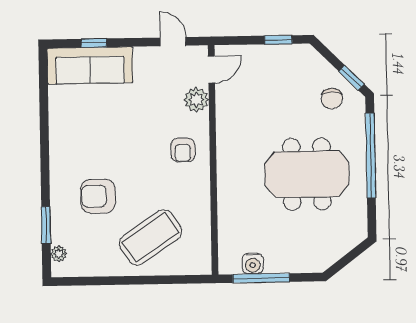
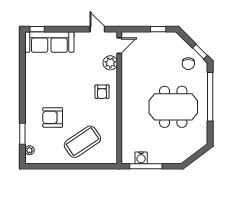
window: (94, 43) -> (37, 29), moved

